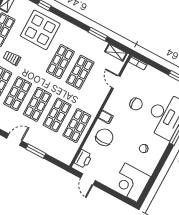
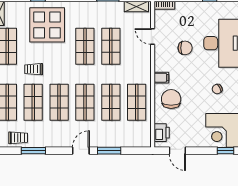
window: (125, 199) -> (225, 151), added

